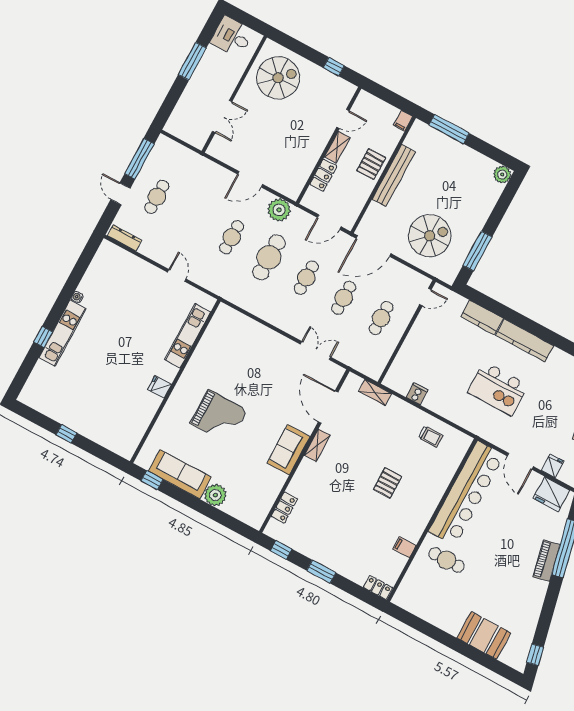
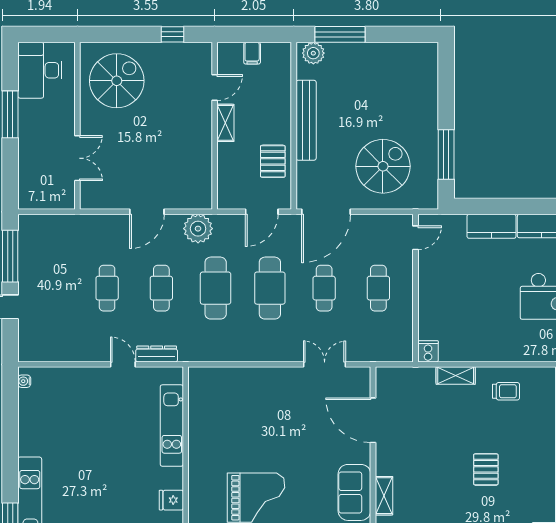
desk: (232, 37) -> (40, 70), width x1.37
filing cabinet: (403, 121) -> (252, 53), moved
pallet: (371, 164) -> (273, 161), moved
plant: (502, 174) -> (313, 53), moved
locker: (323, 175) -> (227, 163), removed
cafe table: (157, 197) -> (107, 288), moved
dresser: (125, 238) -> (157, 354), moved
cafe table: (306, 278) -> (270, 288), width x1.37, depth x1.35
water cooler: (77, 297) -> (24, 381), moved
shelving: (375, 393) -> (456, 376), moved
cooker: (417, 394) -> (428, 351), moved
shelving: (317, 445) -> (384, 496), moved

